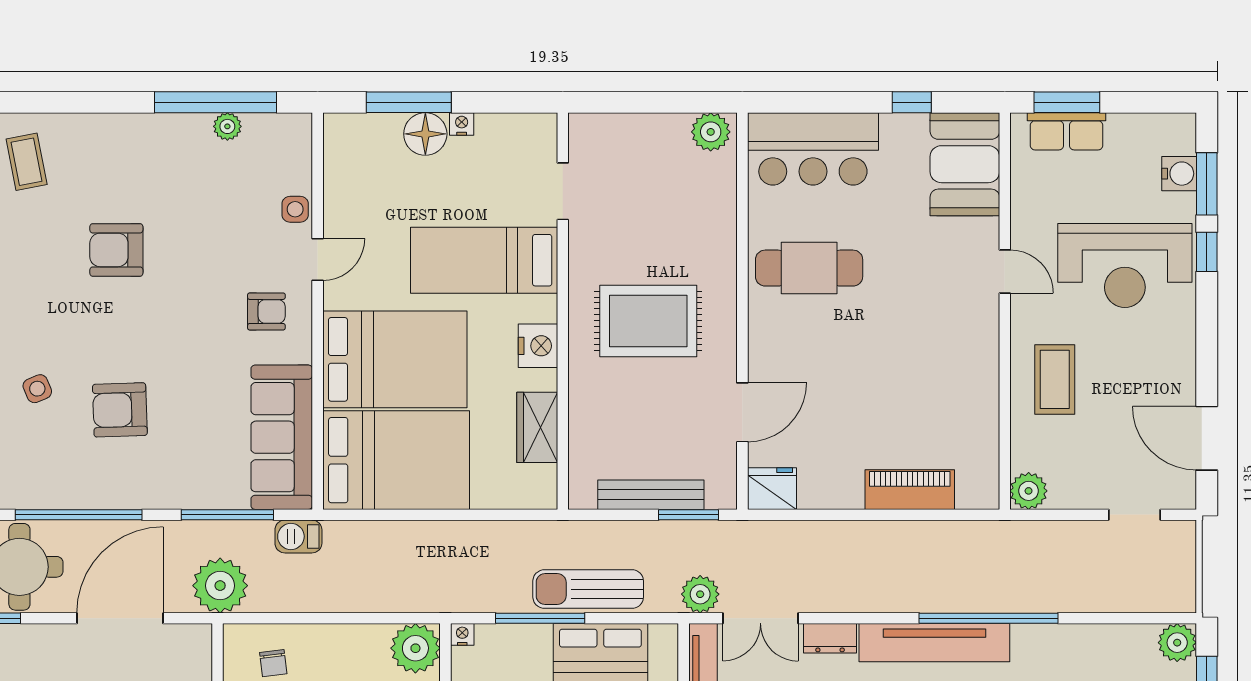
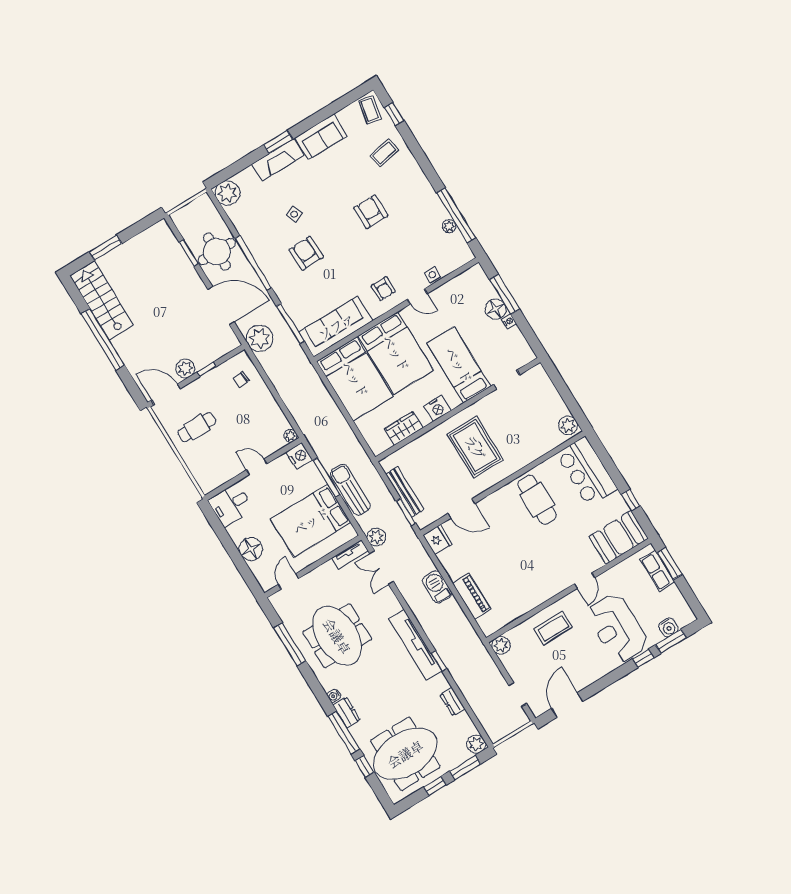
barbecue: (298, 536) -> (437, 587), moved, width x1.38, depth x1.27
window: (988, 618) -> (439, 661), width x0.32
nightstand: (462, 634) -> (299, 456), width x1.89, depth x1.79
dresser: (830, 638) -> (452, 702), moved
plant: (415, 648) -> (290, 436), width x0.53, depth x0.53

